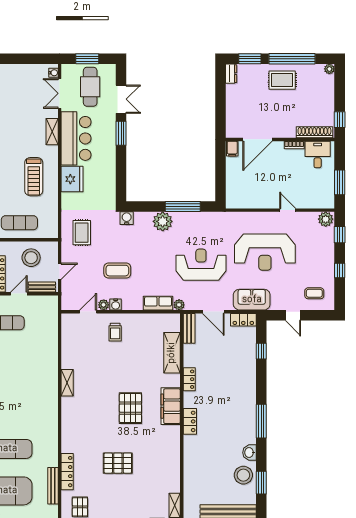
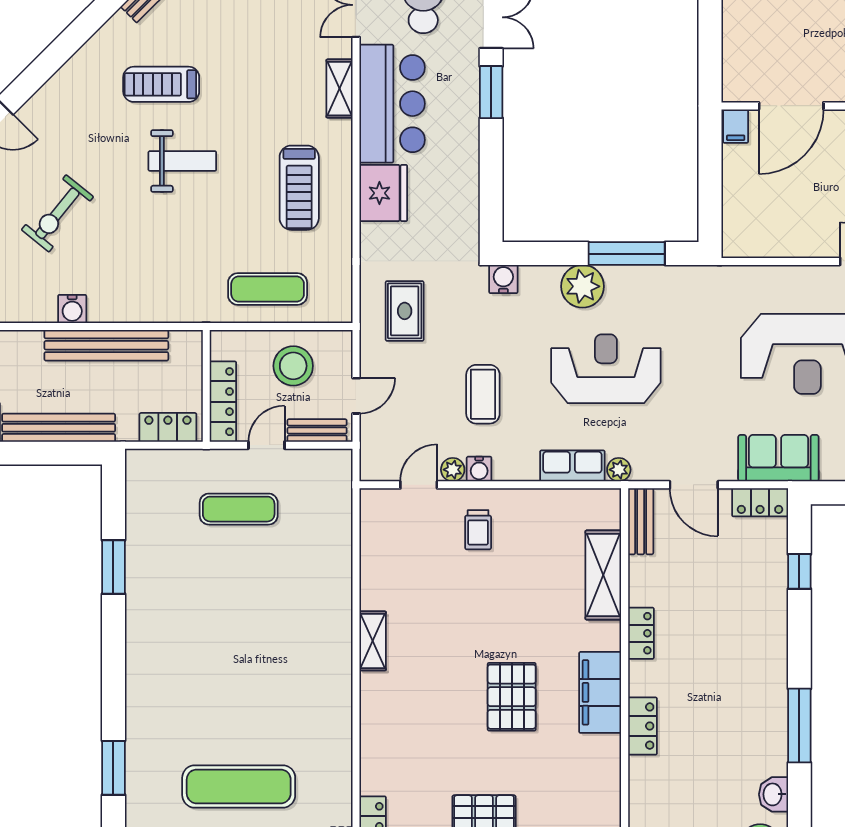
reception desk: (201, 265) -> (606, 369), moved
coffee table: (117, 271) -> (483, 394), turned 90

